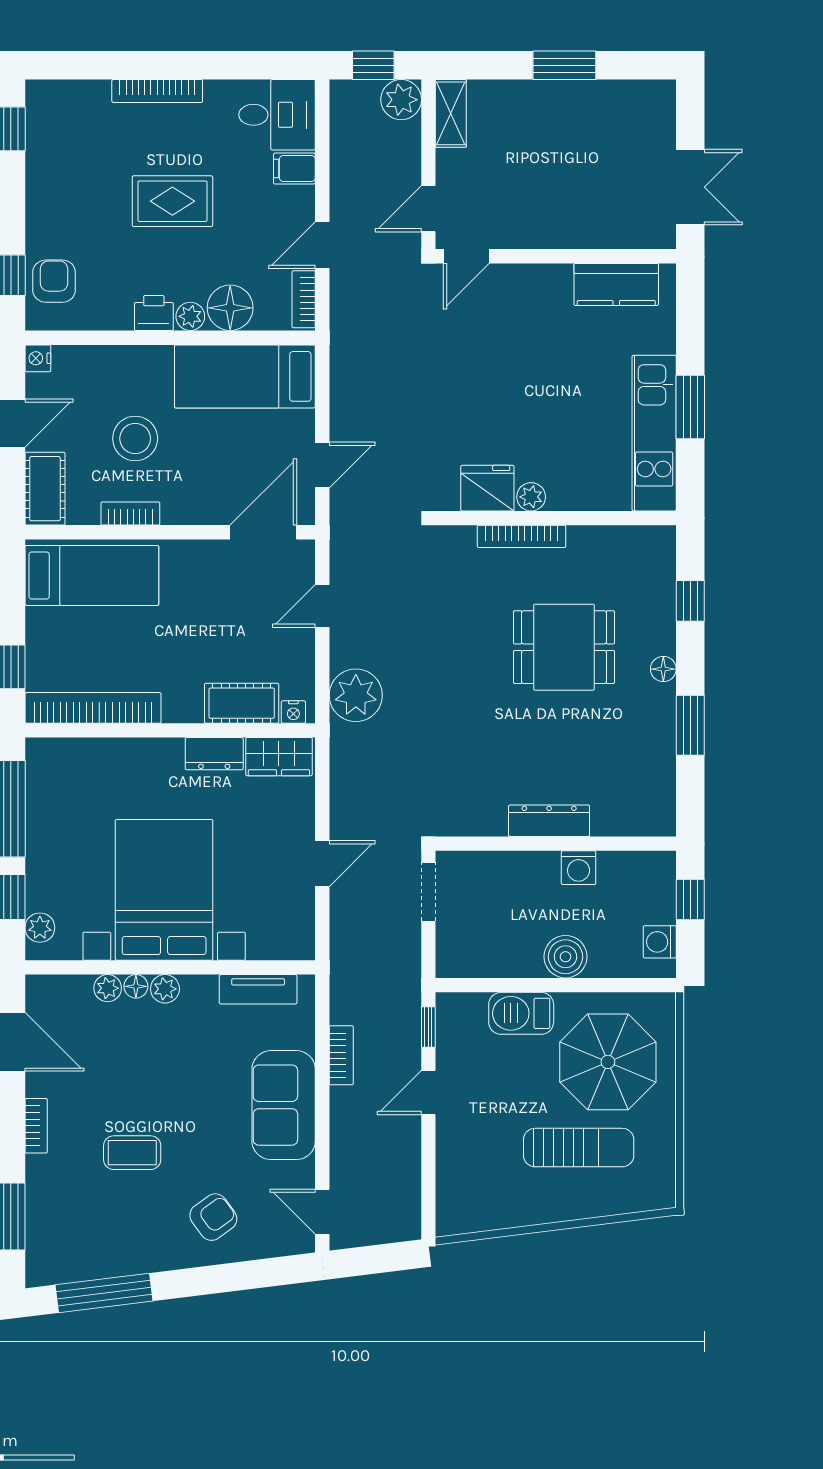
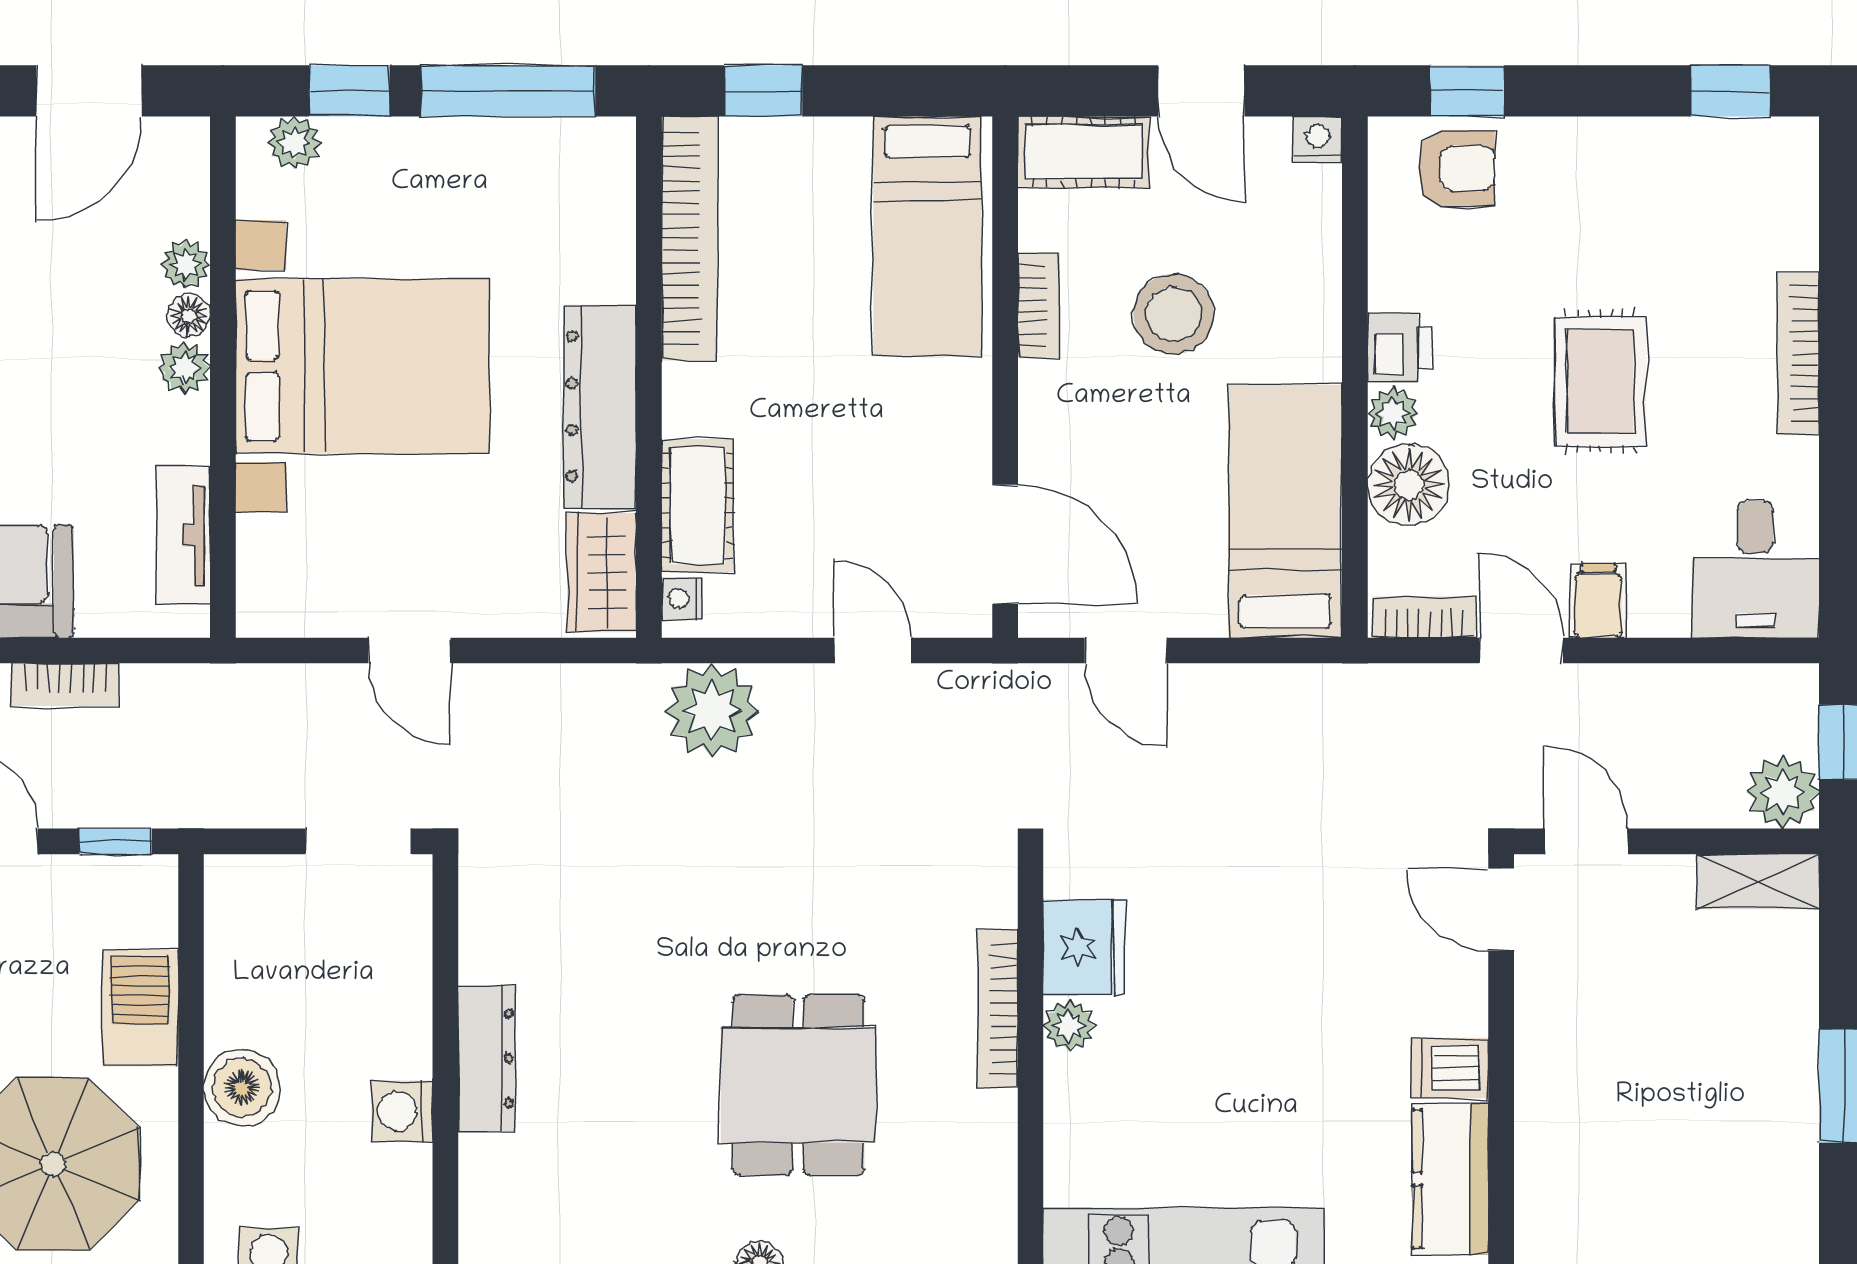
filing cabinet: (294, 169) -> (1598, 600), moved
dishwasher: (554, 285) -> (1450, 1068), added
dresser: (214, 754) -> (600, 406), width x1.96, depth x1.24

